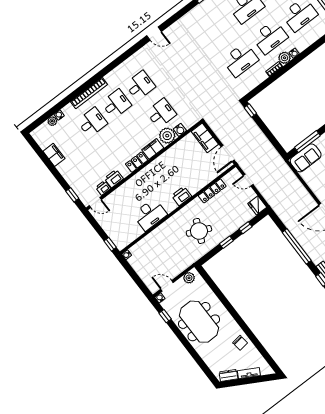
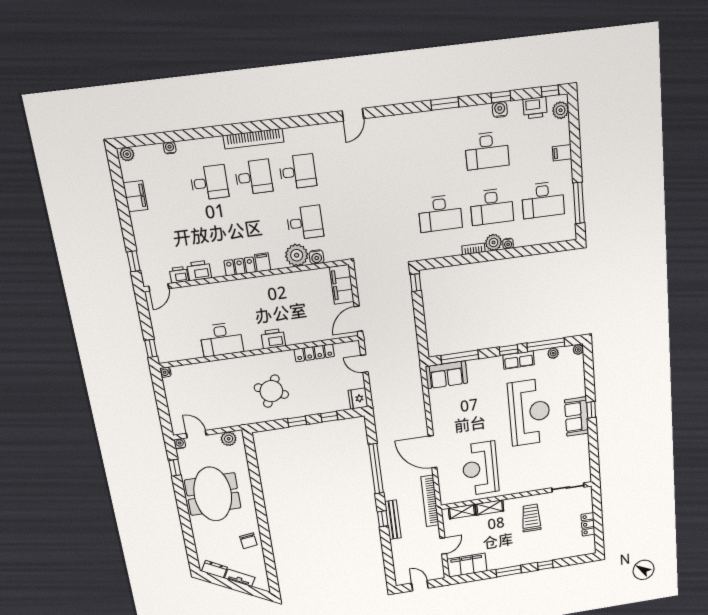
door: (154, 34) -> (353, 115), hinge flipped
bookcase: (89, 93) -> (254, 139), moved
plant: (52, 121) -> (127, 154), moved
filing cabinet: (153, 149) -> (263, 262), width x0.50
door: (95, 203) -> (159, 287), hinge flipped

